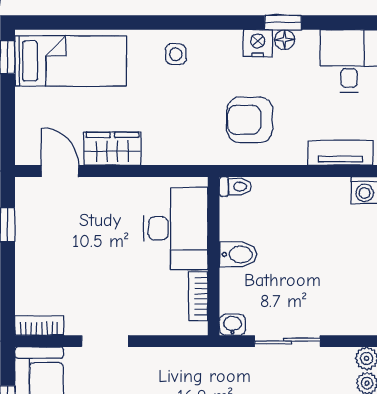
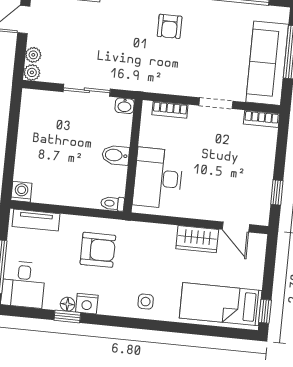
bookcase: (198, 296) -> (170, 110), moved, turned 90

